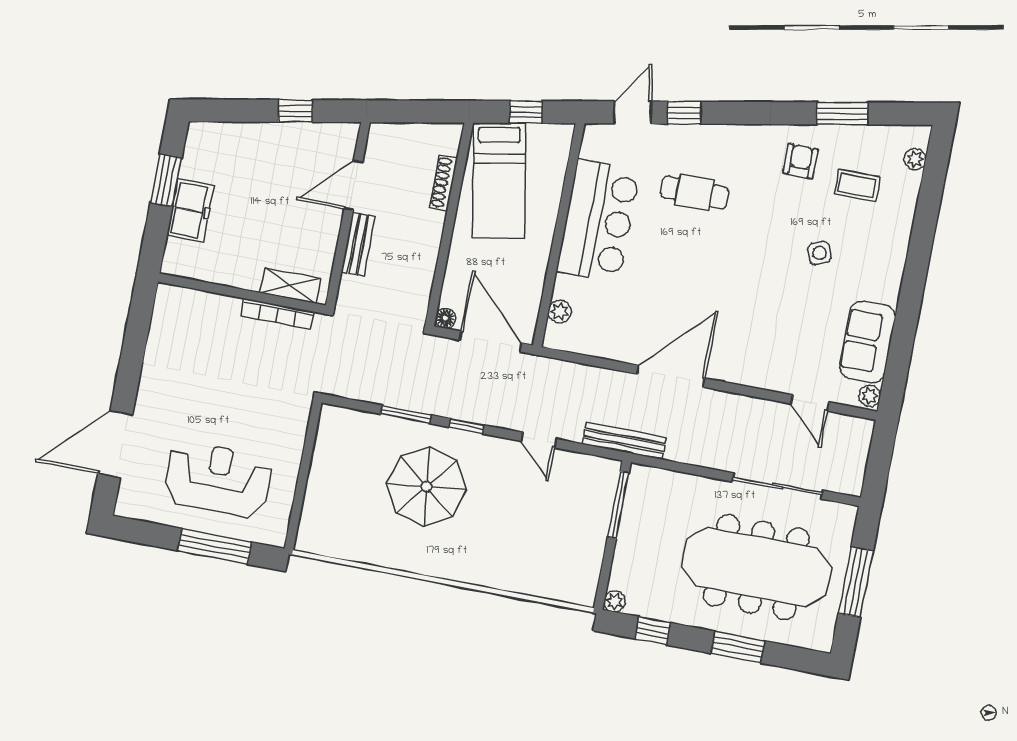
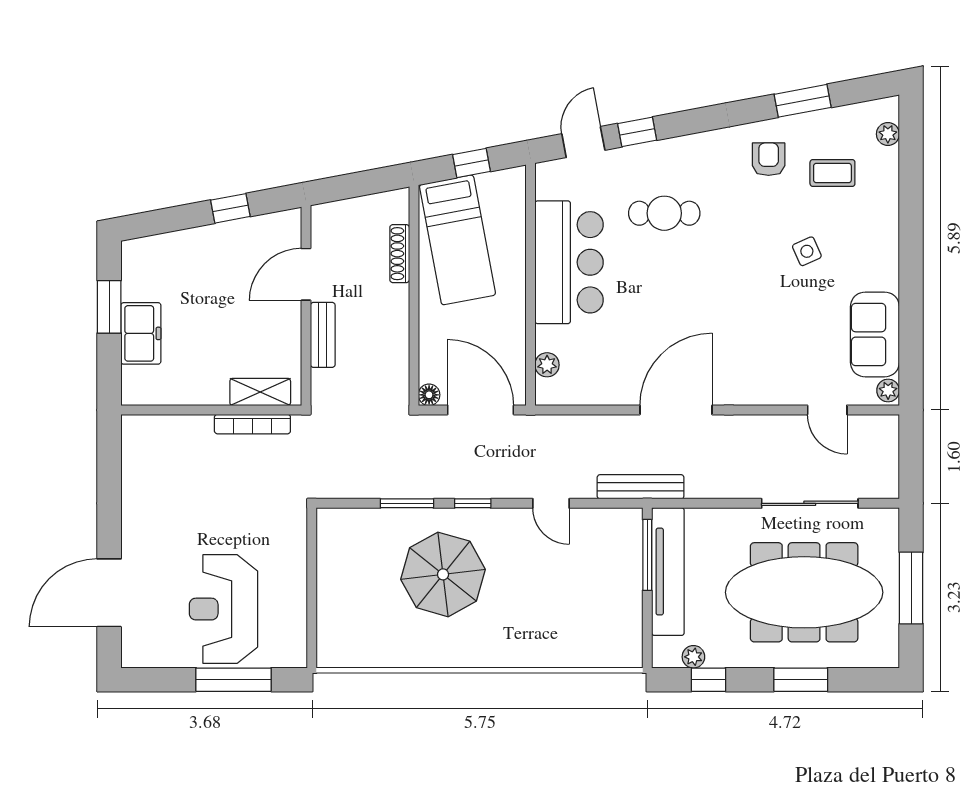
reception desk: (218, 479) -> (223, 609), turned -90
tv unit: (634, 524) -> (668, 572), added
plant: (615, 601) -> (693, 657), moved

